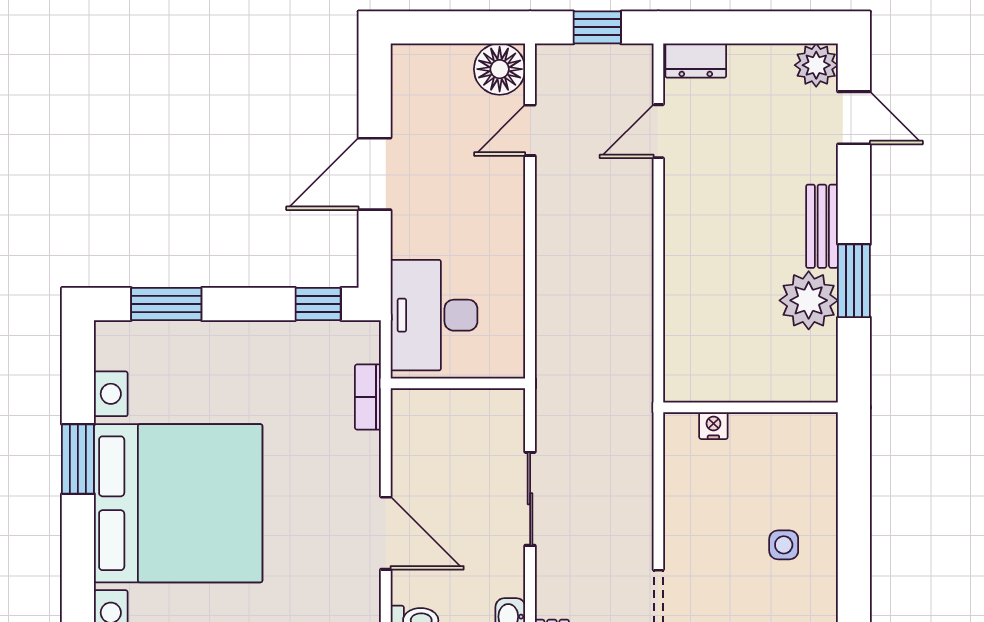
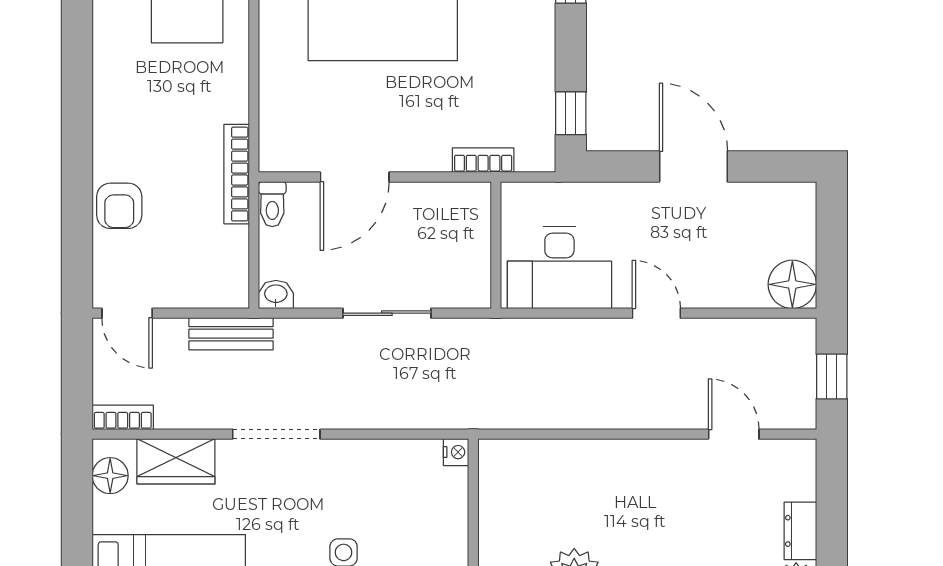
dresser: (696, 61) -> (800, 531), moved
door: (530, 130) -> (656, 313), moved
desk: (434, 315) -> (559, 268), moved, turned 180
nightstand: (713, 426) -> (456, 452), moved

